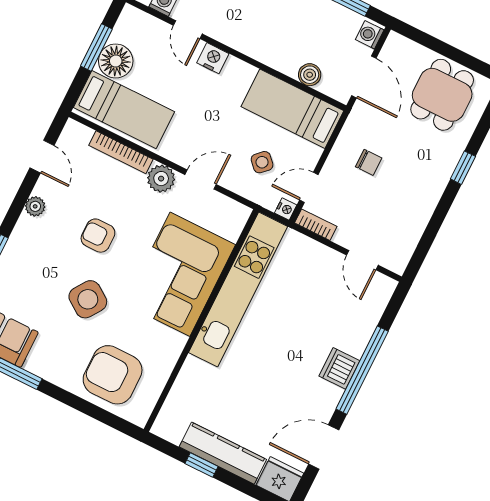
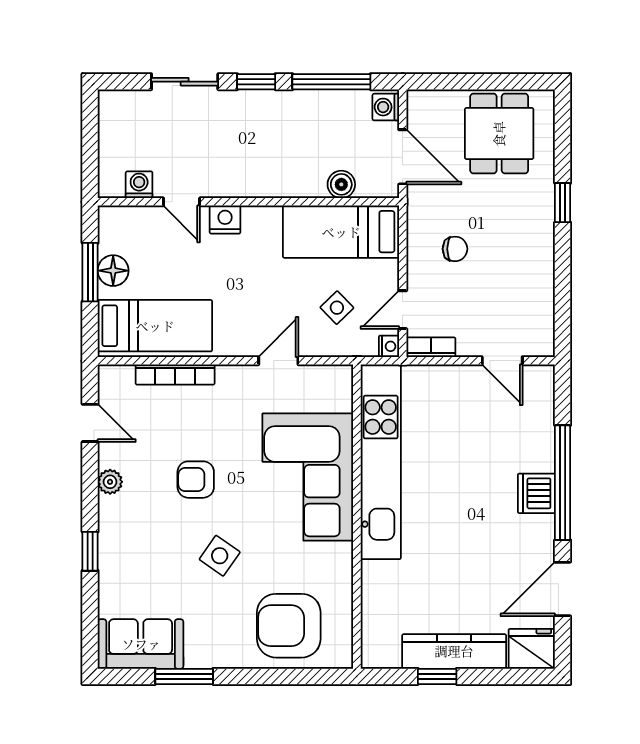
floor lamp: (116, 61) -> (113, 271), width x0.73, depth x0.73
plant: (161, 179) -> (234, 382), removed
side table: (88, 299) -> (220, 556), width x0.73, depth x0.73

